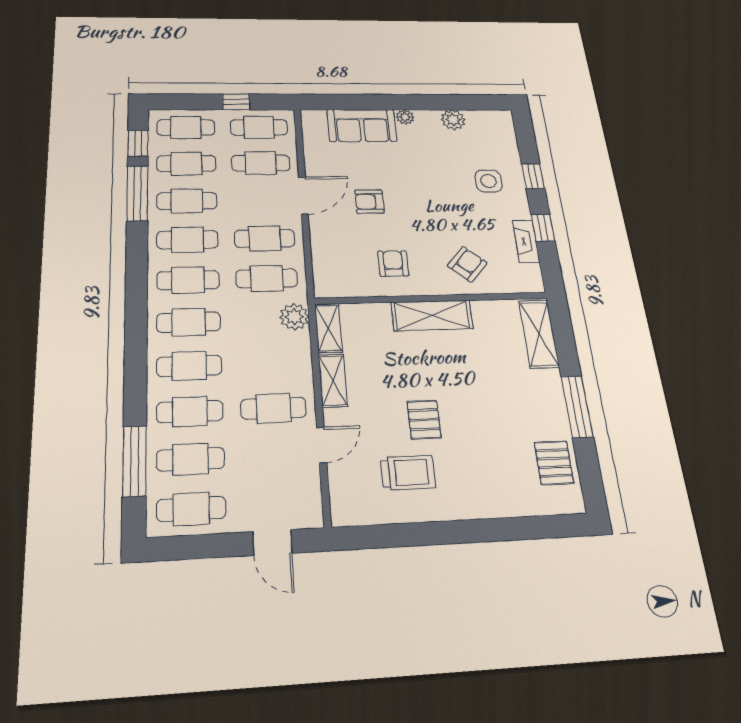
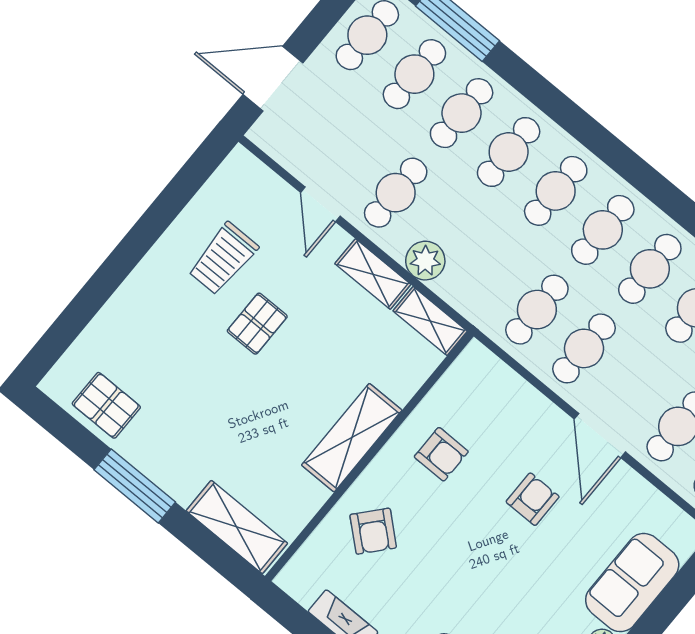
plant: (294, 317) -> (425, 261), moved
pallet: (424, 420) -> (257, 324), turned 90
door: (272, 542) -> (273, 79), width x1.37

